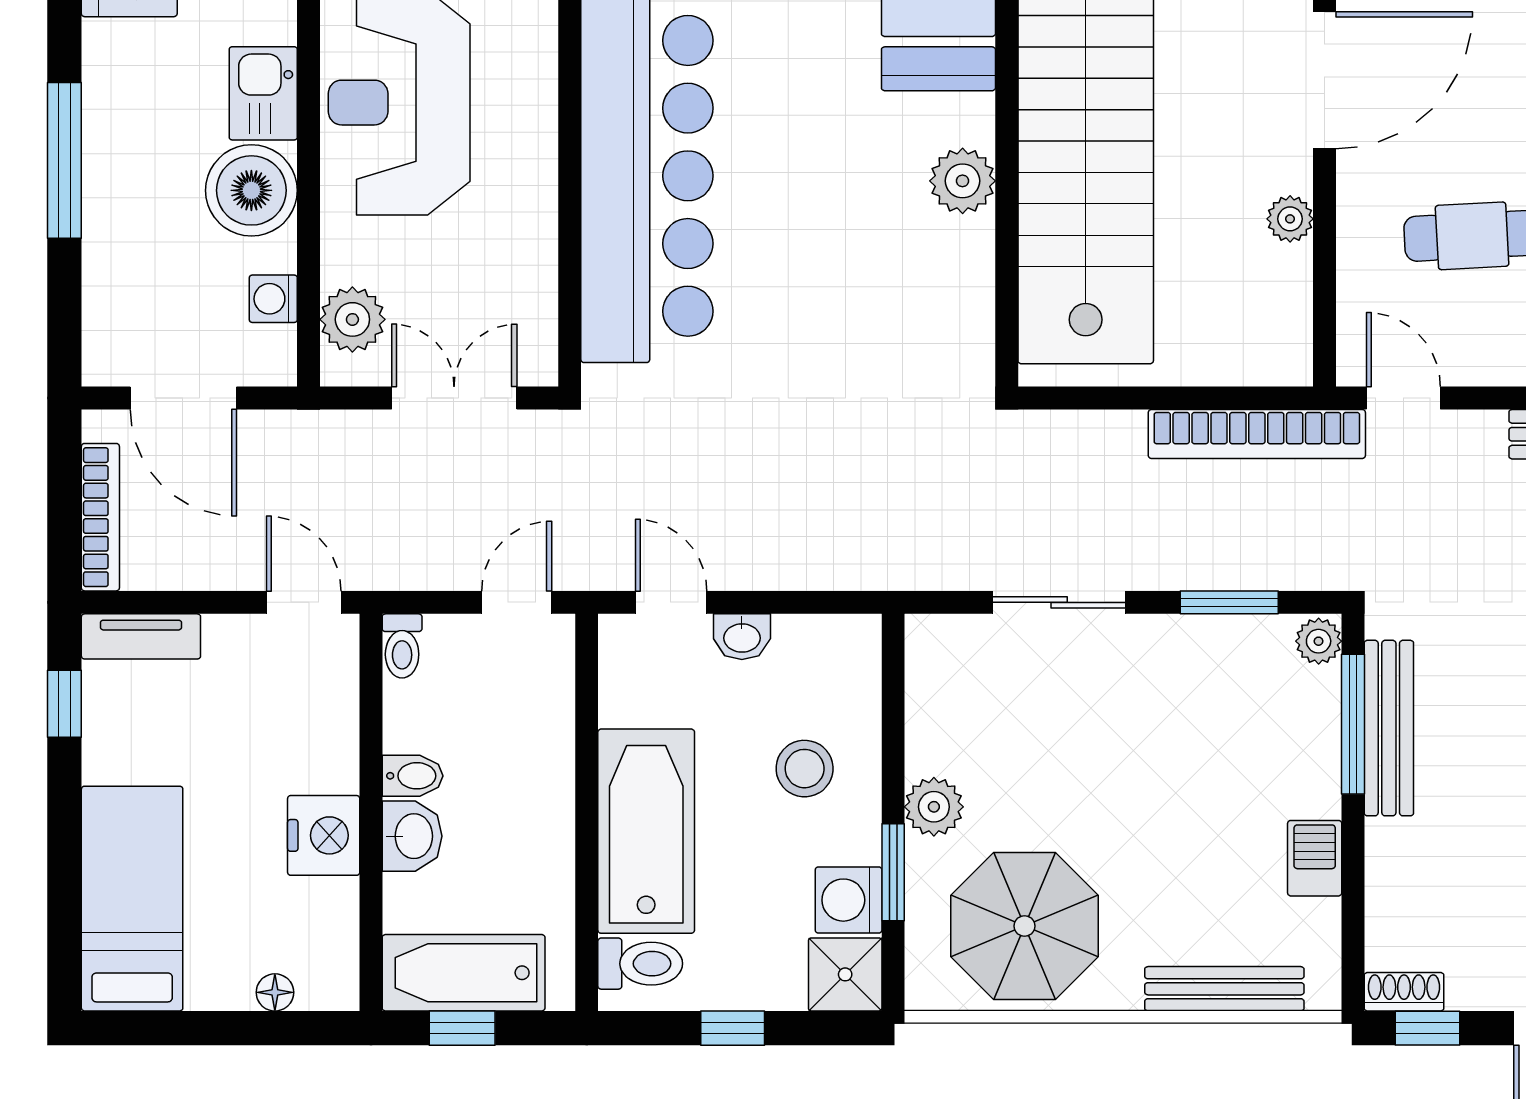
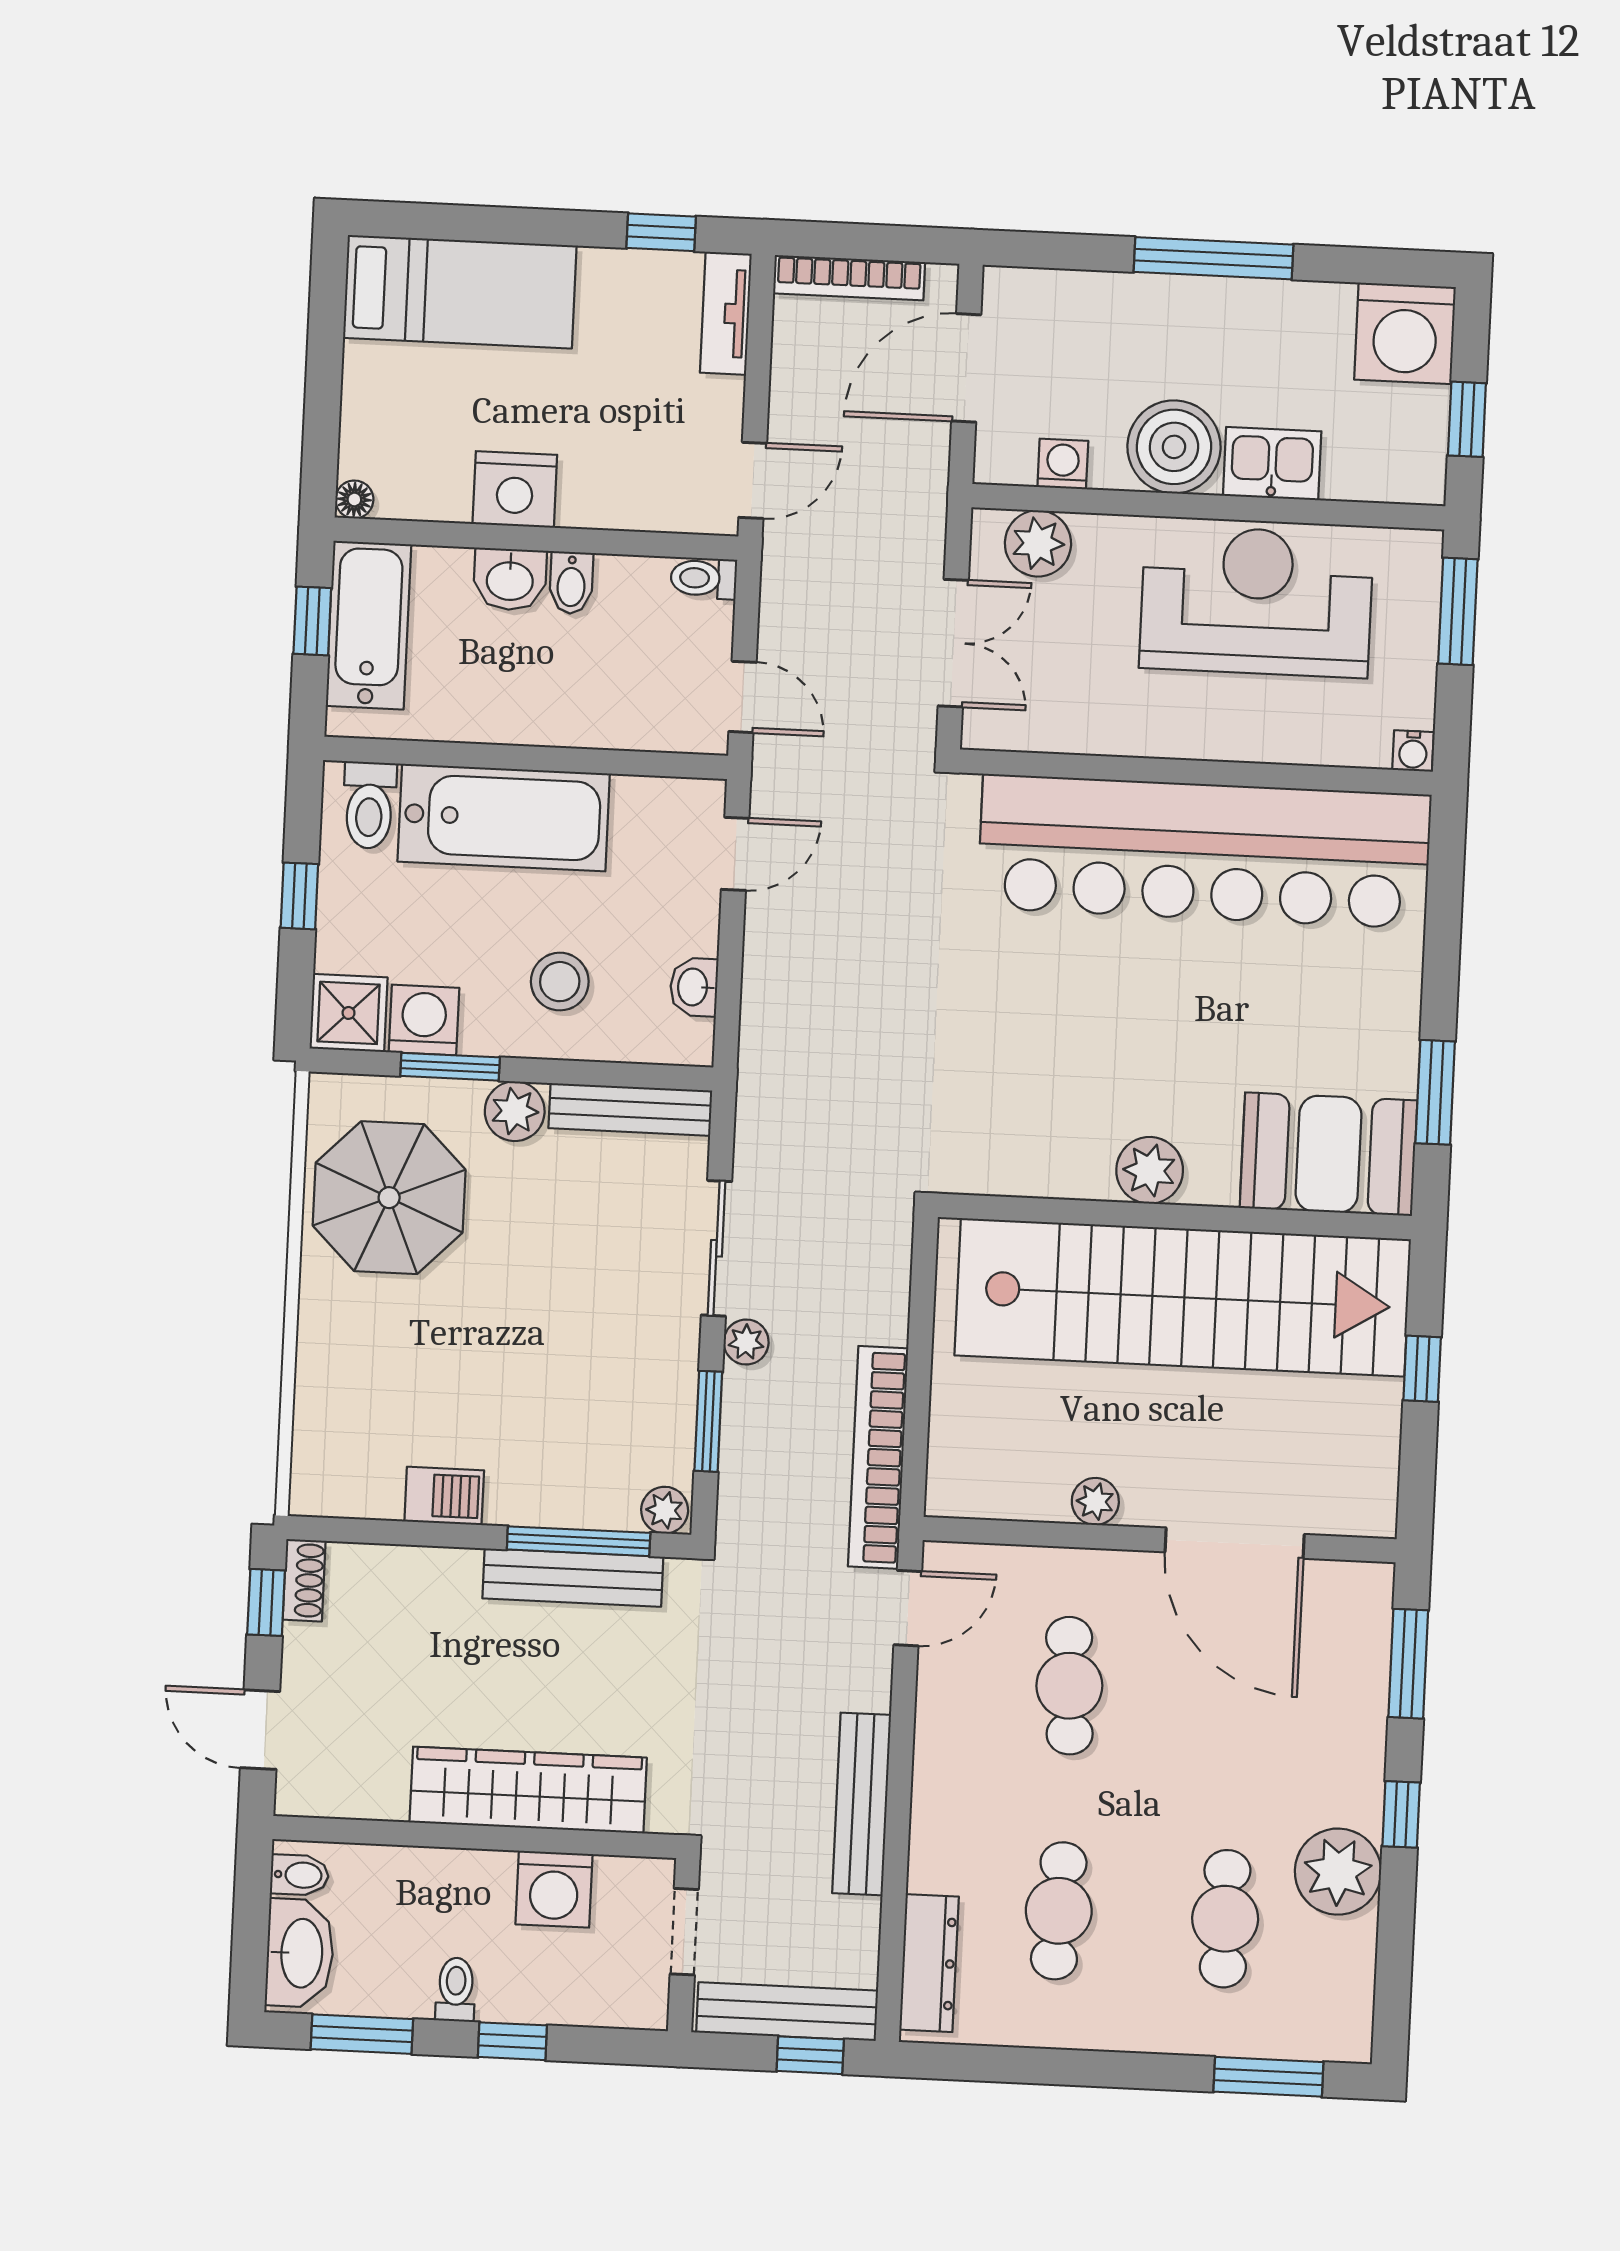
plant: (1150, 569) -> (746, 1342), added
washbasin: (742, 637) -> (694, 987), moved
bench: (1224, 989) -> (630, 1109), moved, turned 90
floor lamp: (275, 992) -> (354, 500), moved

